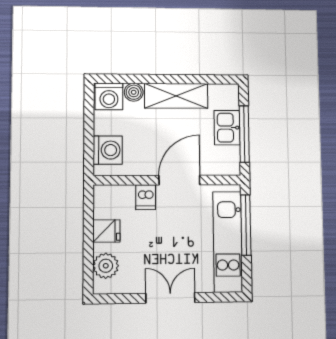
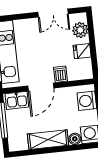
kitchen sink: (227, 128) -> (17, 100), moved, turned 90
double door: (170, 298) -> (53, 13), moved

